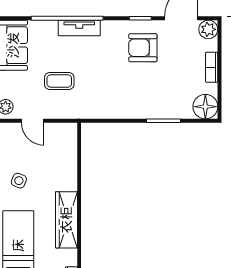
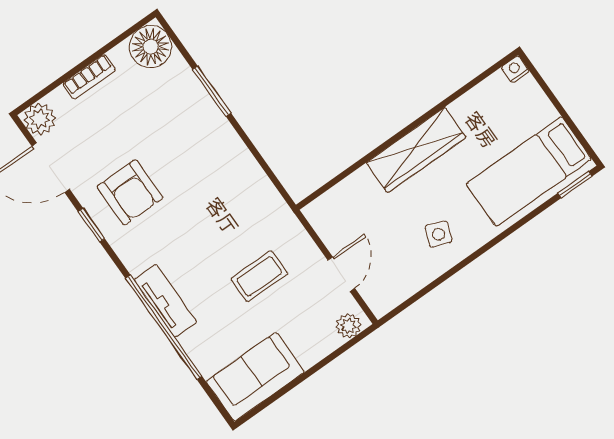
coffee table: (59, 81) -> (259, 276), turned 90
wardrobe: (66, 220) -> (416, 150), moved

